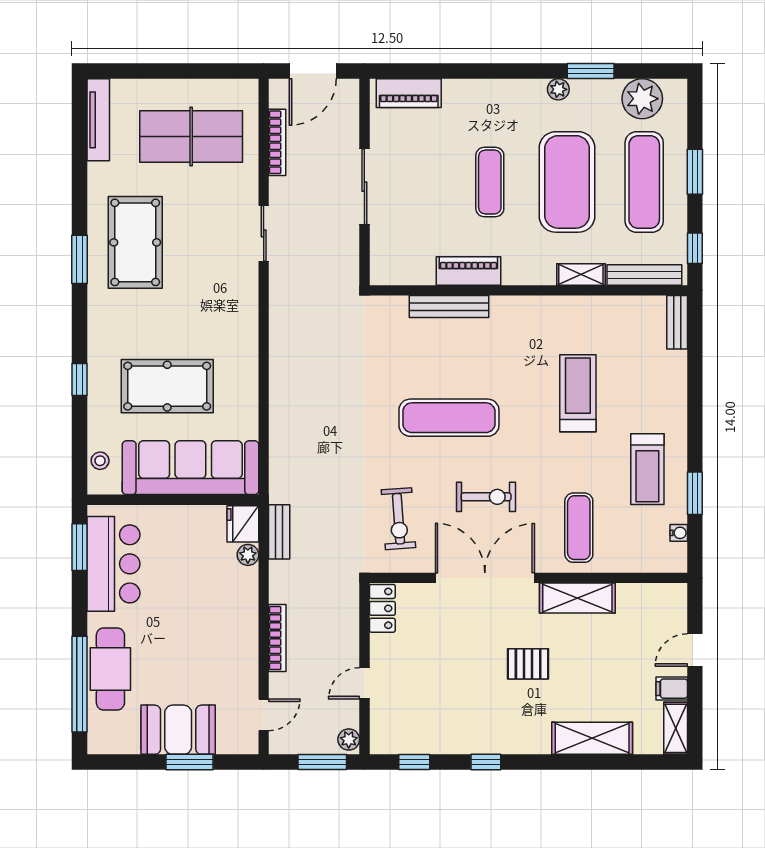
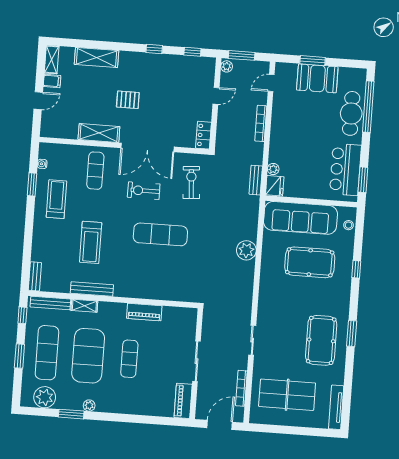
piano: (409, 93) -> (183, 401), moved, turned -90
bench: (449, 307) -> (92, 289), moved
plant: (287, 400) -> (246, 250), added

